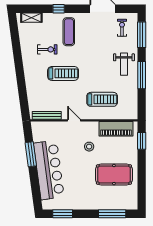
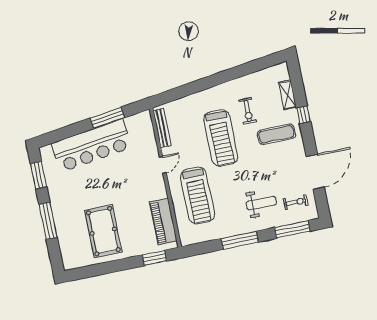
shelving: (31, 18) -> (287, 95), moved
weight bench: (124, 64) -> (261, 203), moved, turned 180
treadmill: (63, 73) -> (221, 138), width x1.37, depth x1.37
treadmill: (102, 99) -> (198, 195), width x1.37, depth x1.38
stool: (89, 147) -> (133, 191), removed
window: (112, 214) -> (48, 221), moved

